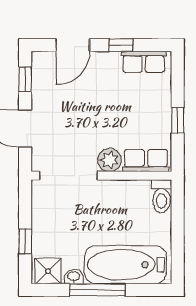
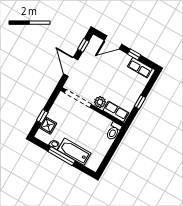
bathtub: (125, 265) -> (74, 152), width x0.73, depth x0.73
shower: (48, 271) -> (48, 125), moved

